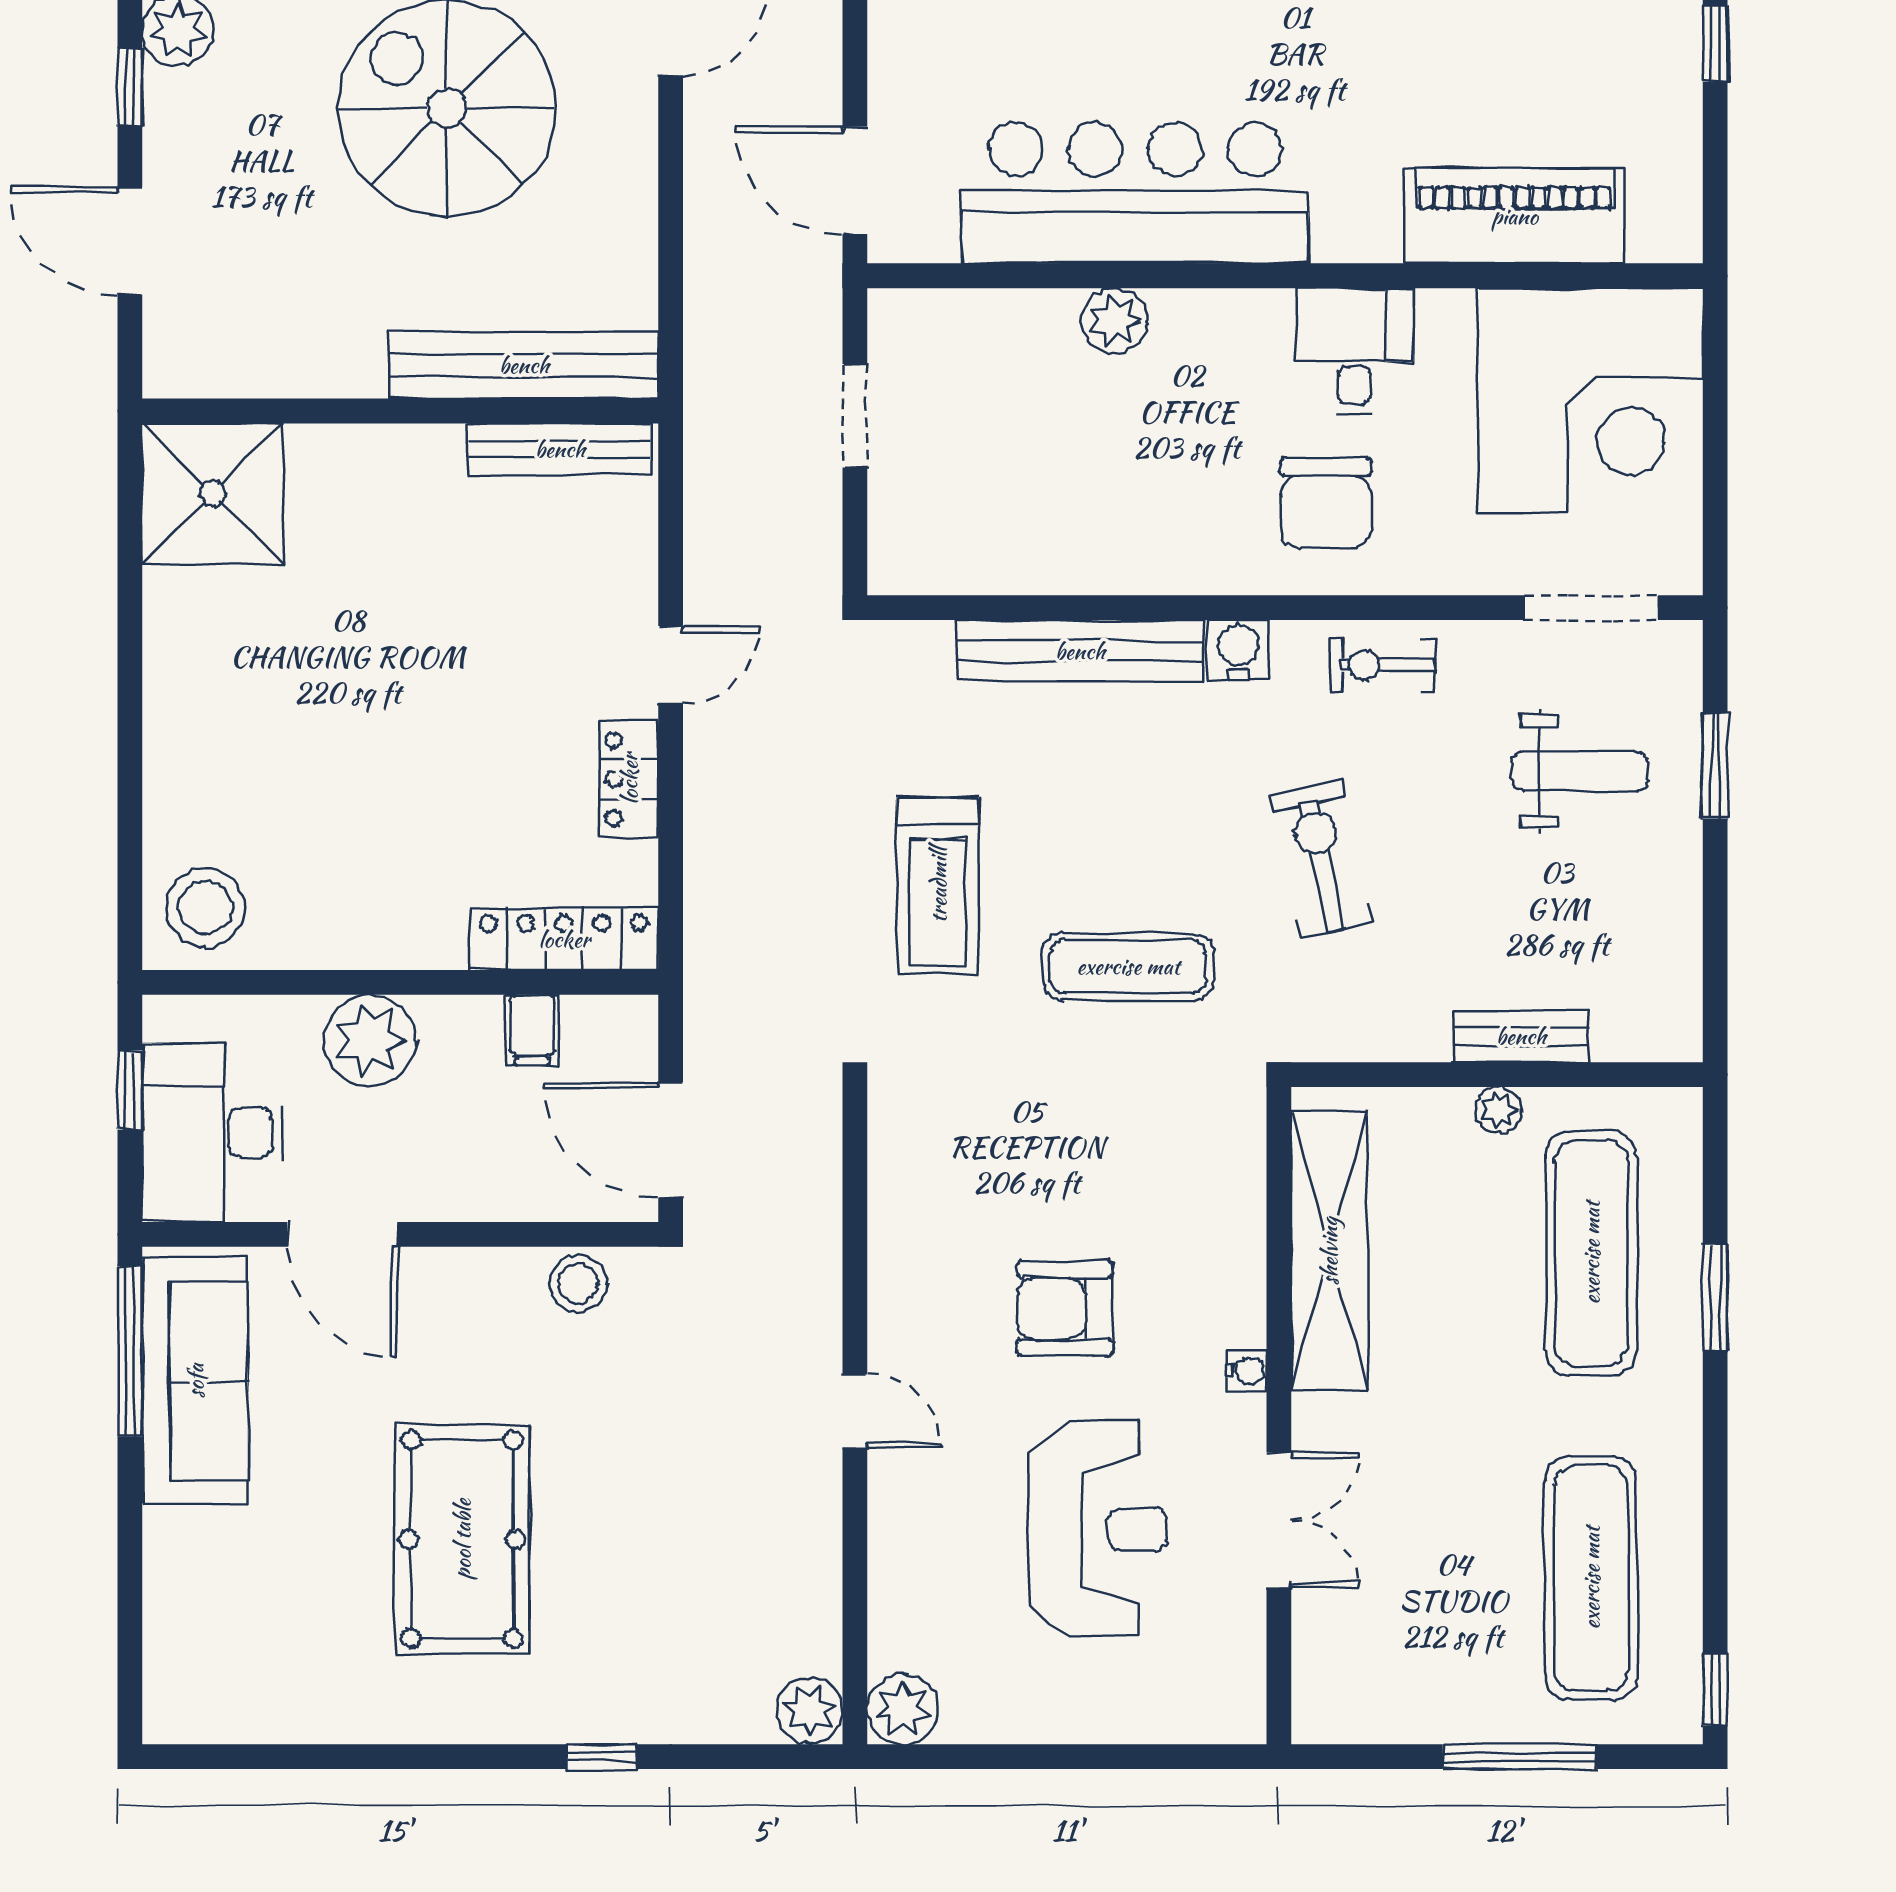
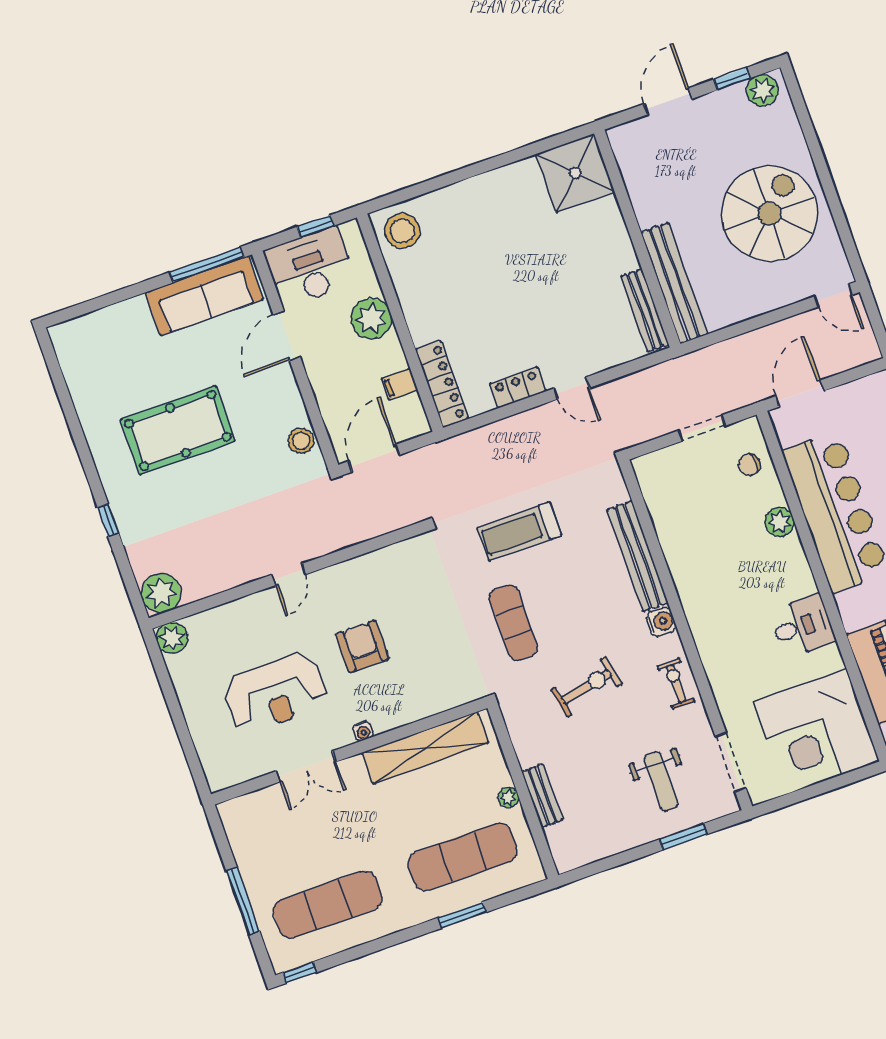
chair: (1326, 503) -> (749, 465), moved, width x0.54, depth x0.54
plant: (810, 1710) -> (161, 593), width x1.36, depth x1.36

